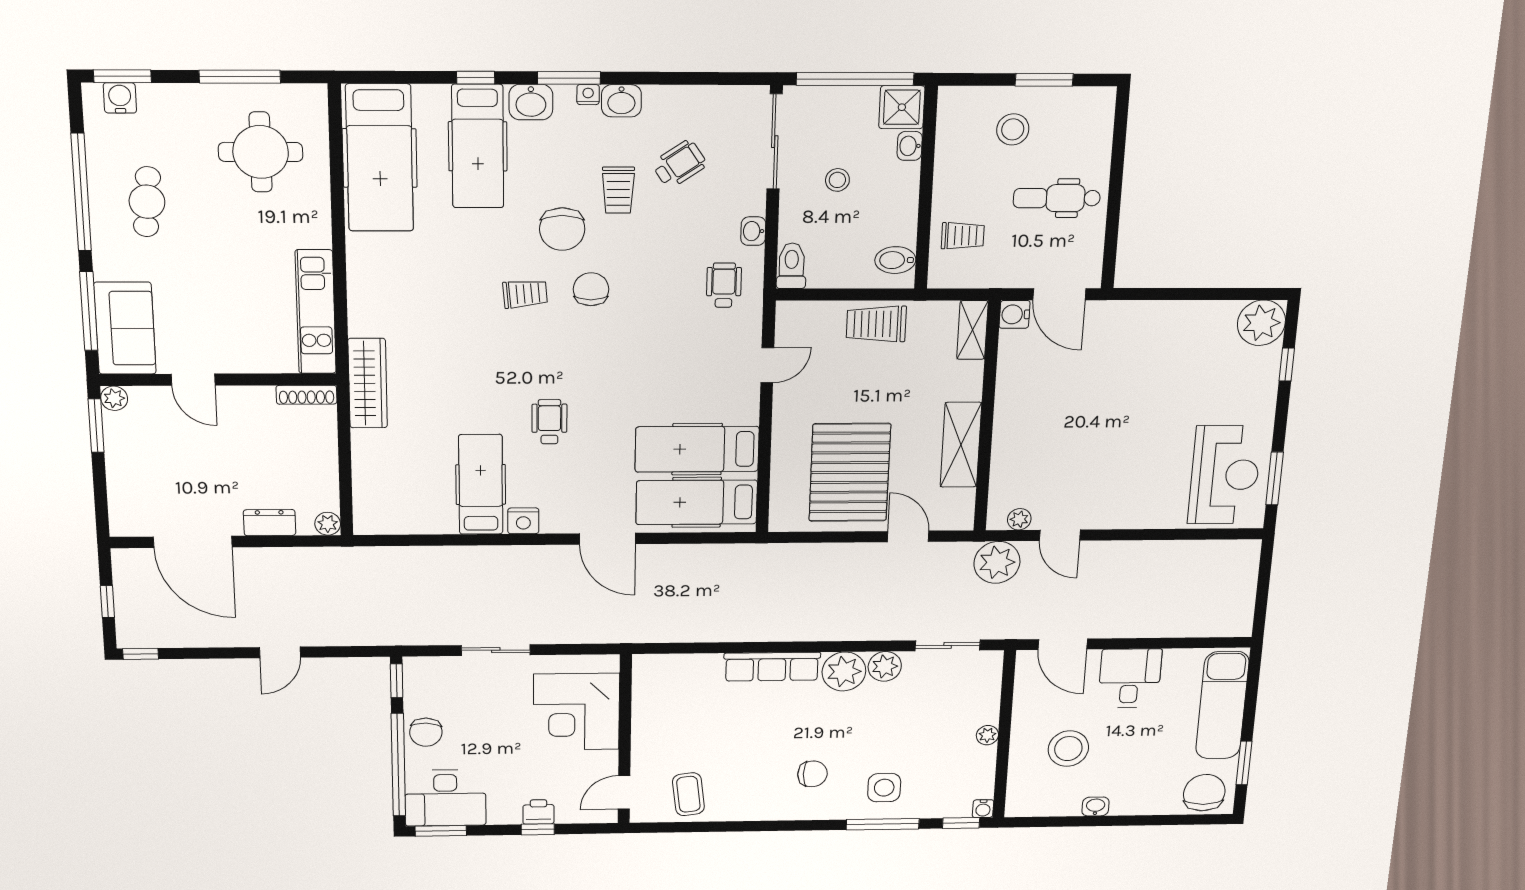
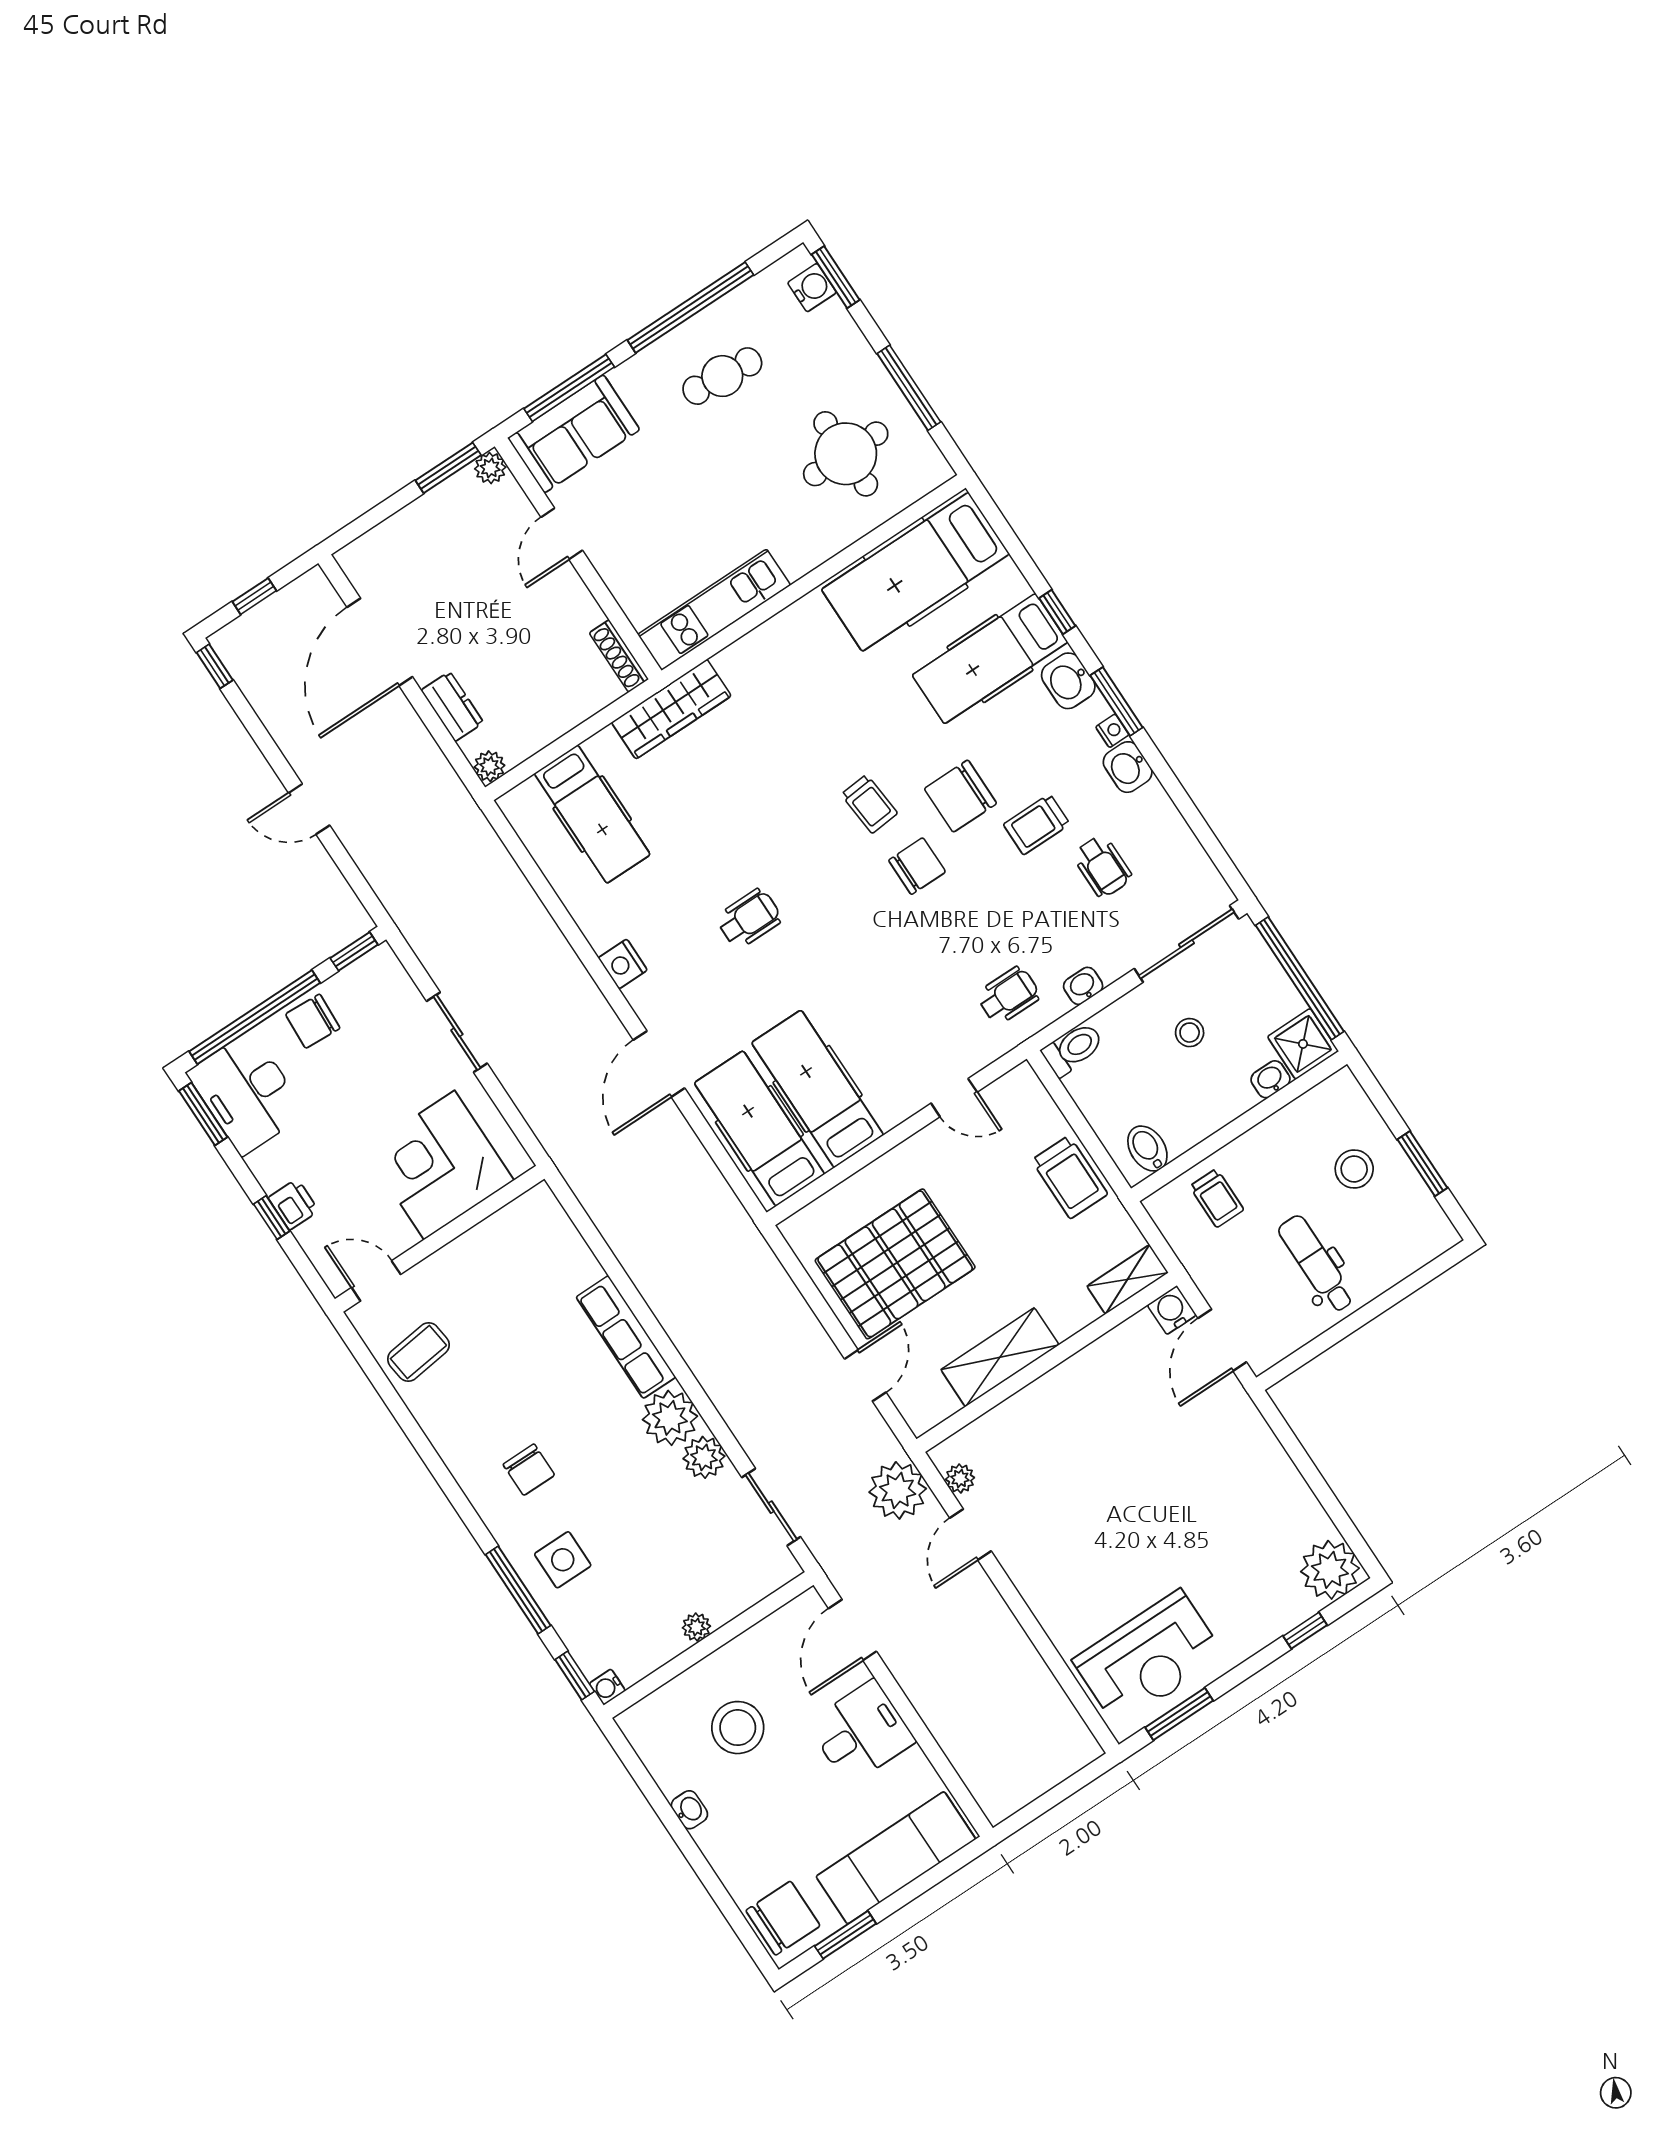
wheelchair: (679, 164) -> (1102, 866), turned 34
trolley: (876, 324) -> (1070, 1177), turned 180
hospital bed: (481, 484) -> (592, 814), moved, turned 90

